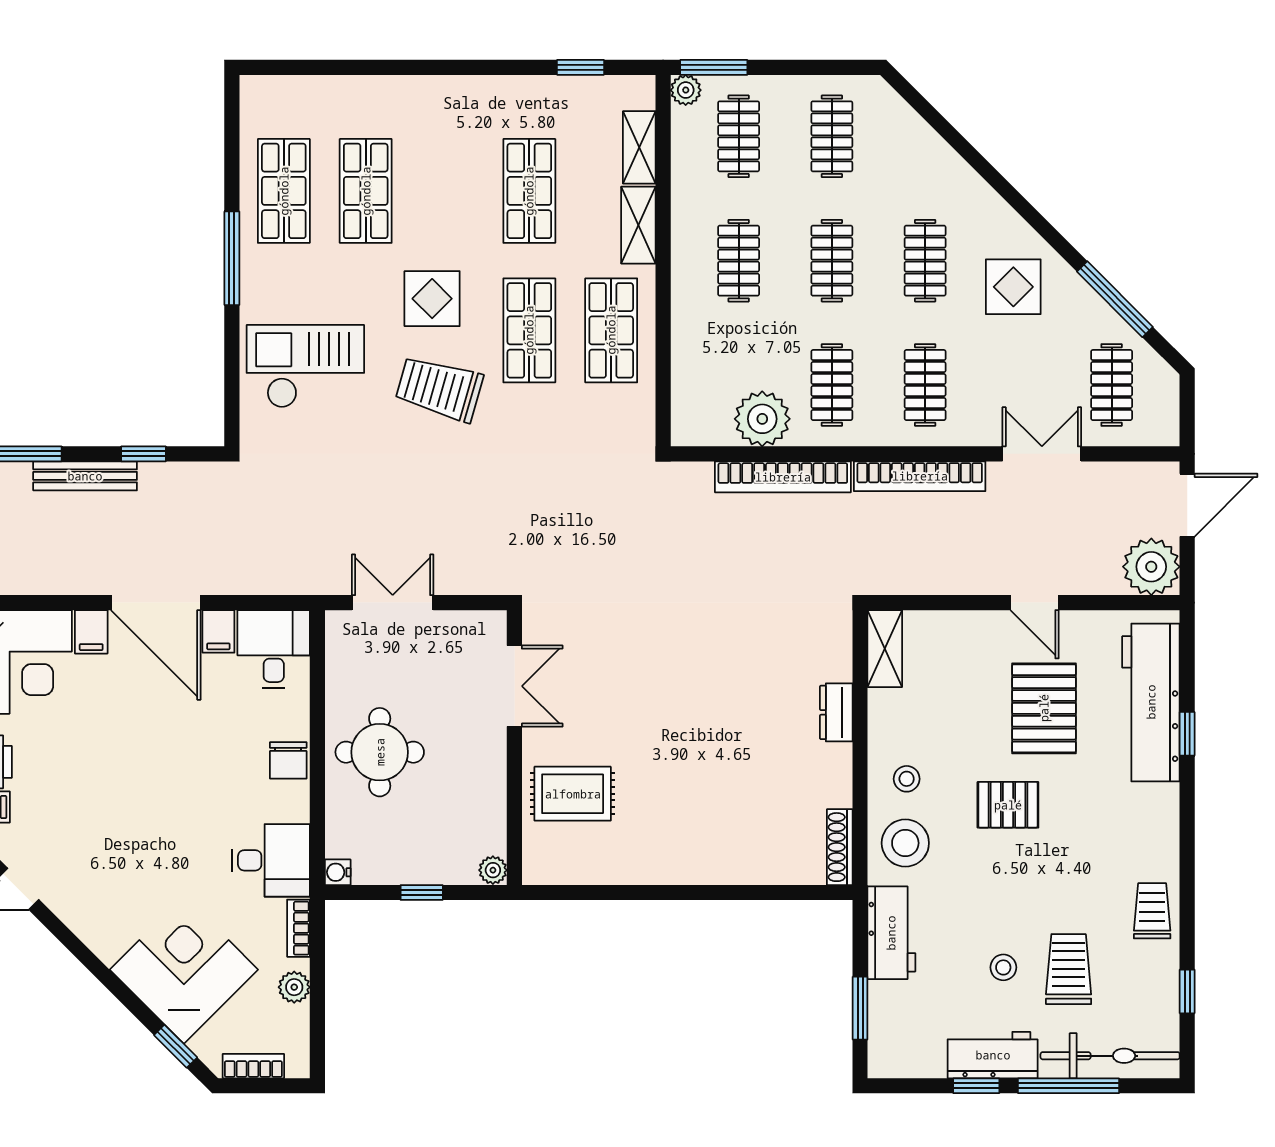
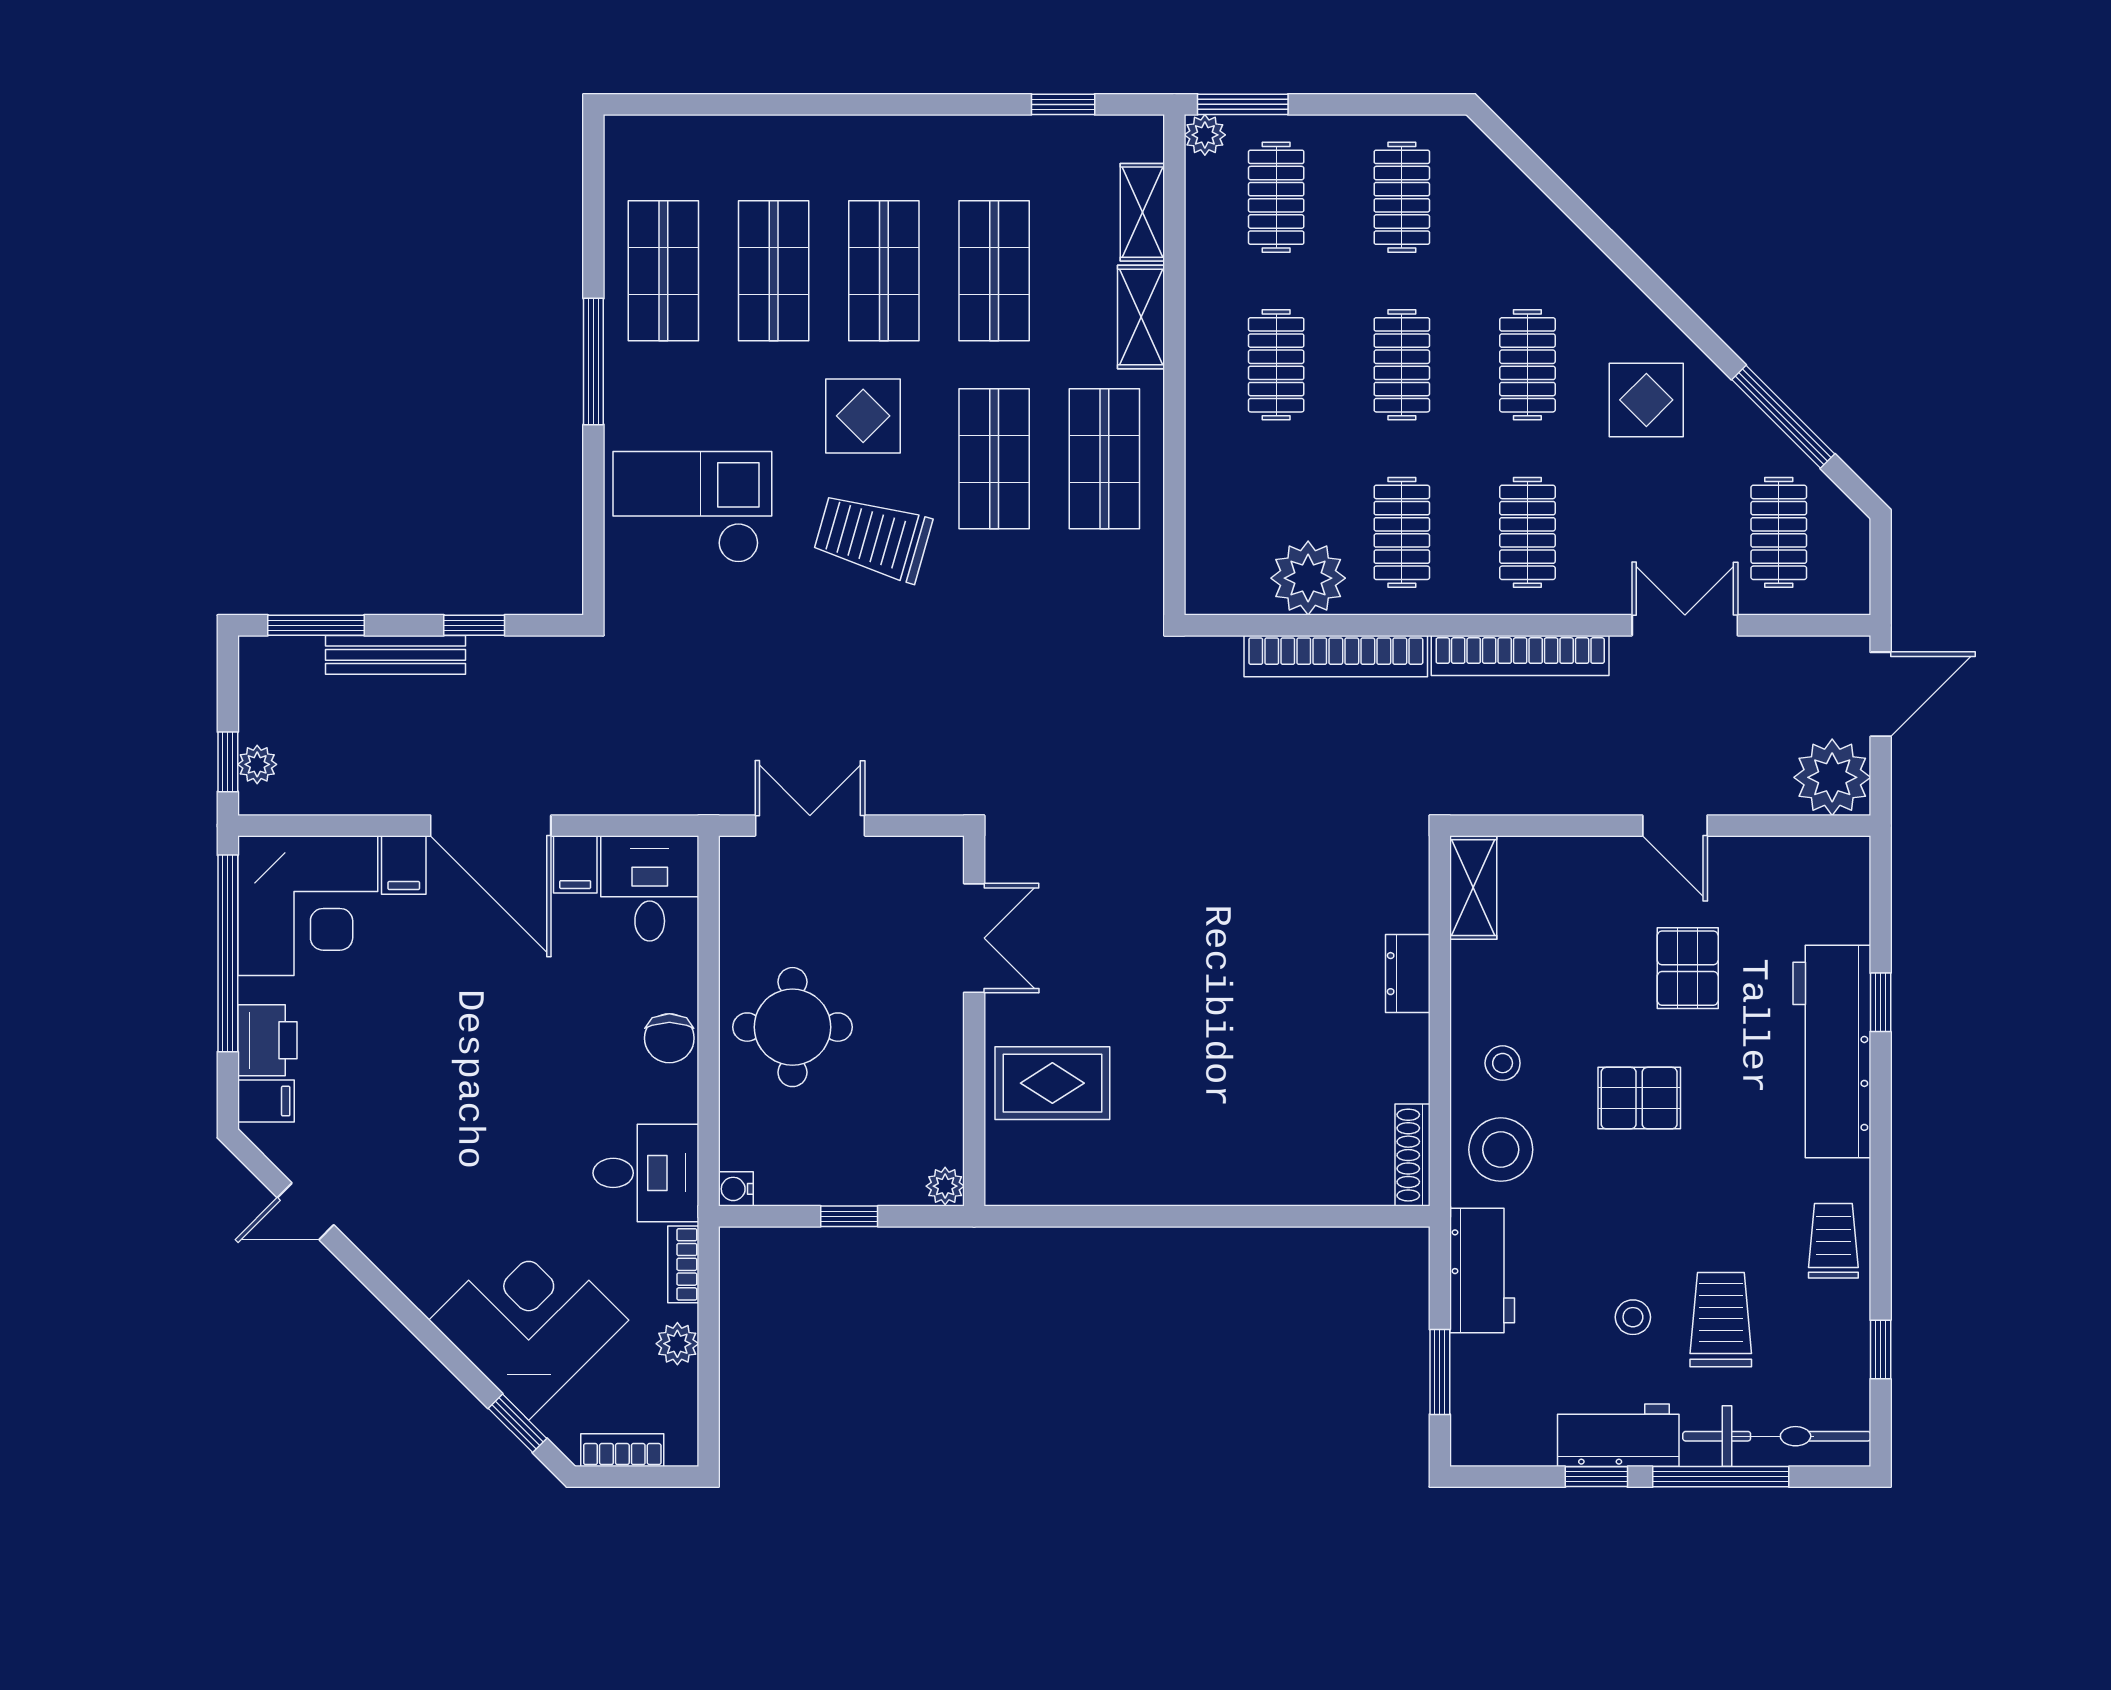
shop shelf: (448, 191) -> (884, 271), added
workbench: (1151, 702) -> (1832, 1052), moved
pallet: (1044, 708) -> (1688, 968), width x0.67, depth x0.71

